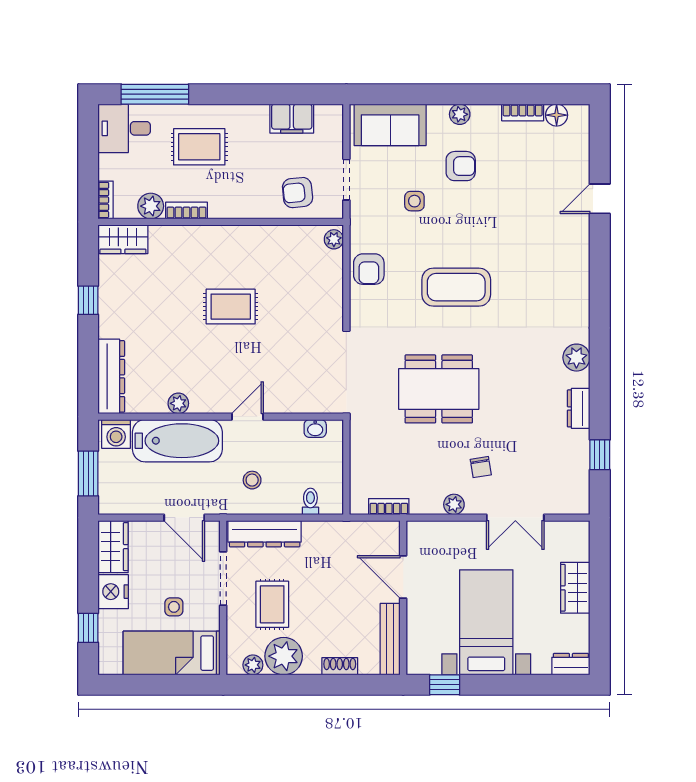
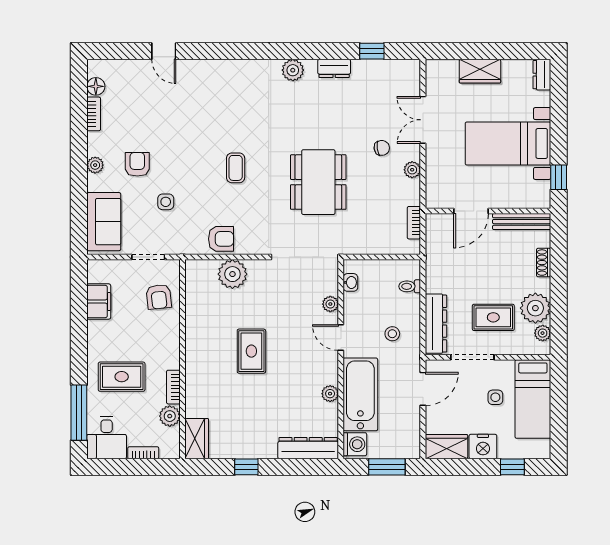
rug: (199, 147) -> (122, 377), turned 90
bookcase: (106, 200) -> (143, 453), moved
plant: (334, 239) -> (232, 274), moved, width x1.88, depth x1.88
coffee table: (456, 287) -> (236, 168), width x0.54, depth x0.58
plant: (289, 404) -> (330, 304), added
double door: (515, 518) -> (423, 120), swing flipped

